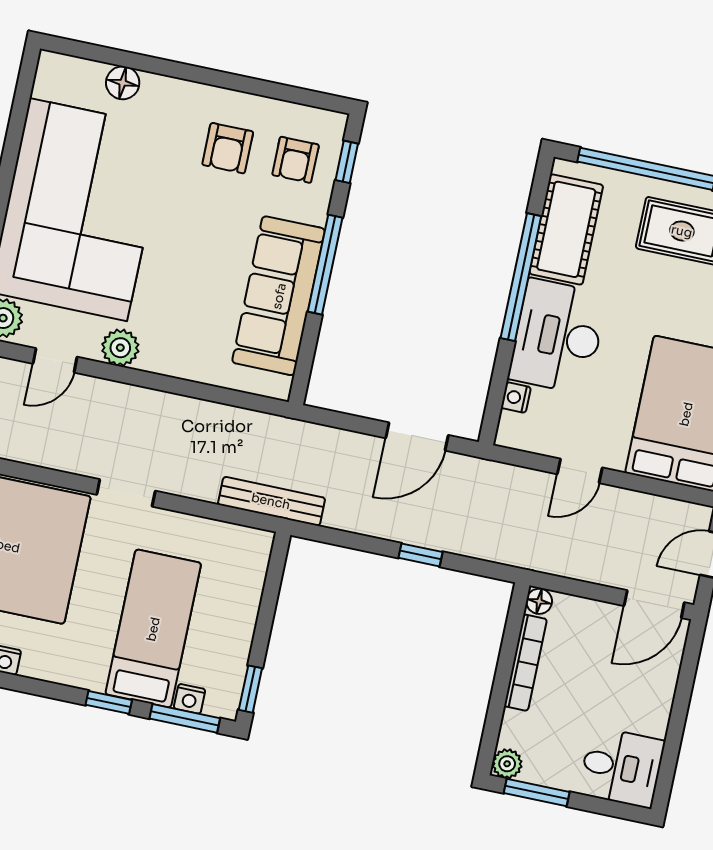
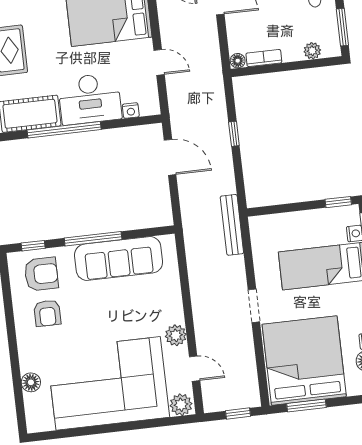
armchair: (228, 148) -> (47, 313), turned 90
armchair: (296, 160) -> (41, 274), width x1.38, depth x1.38
bookcase: (526, 663) -> (264, 58), width x0.64
plant: (507, 764) -> (312, 51), moved

